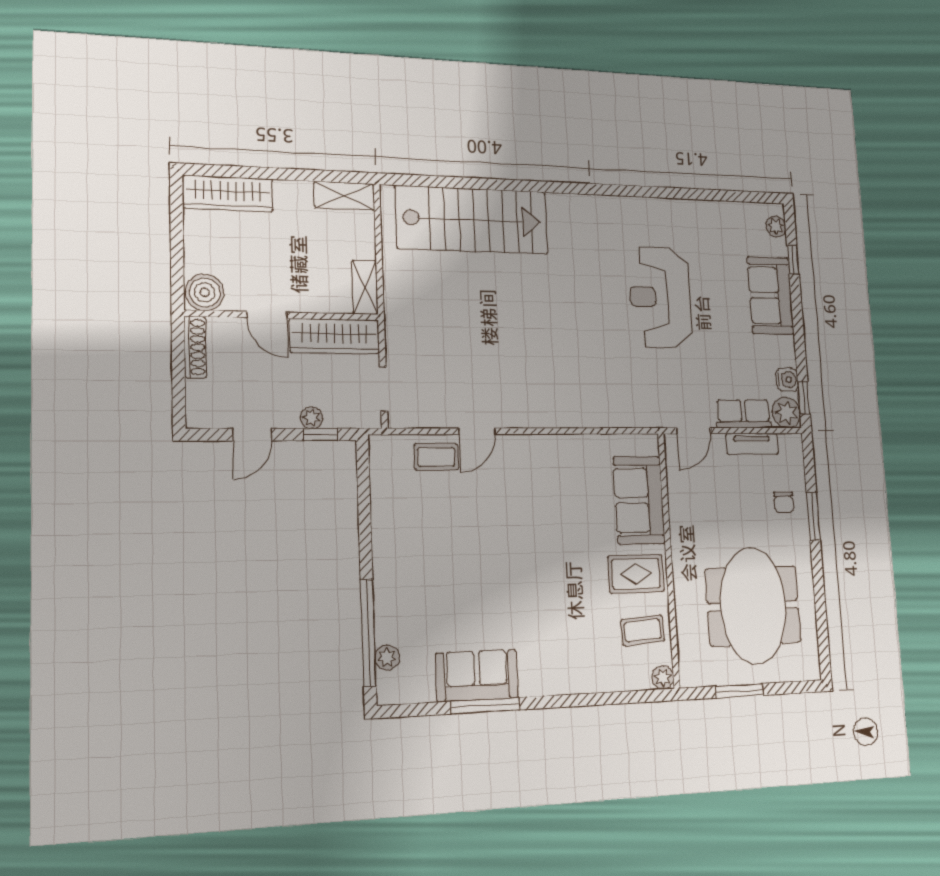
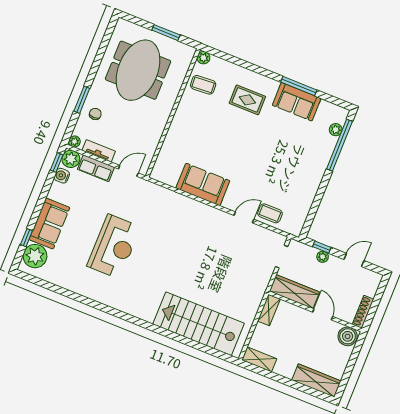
plant: (776, 226) -> (35, 256), width x1.88, depth x1.88
plant: (794, 443) -> (74, 142), added
sofa: (639, 500) -> (203, 184), moved, turned -90
rug: (636, 574) -> (247, 100), moved

